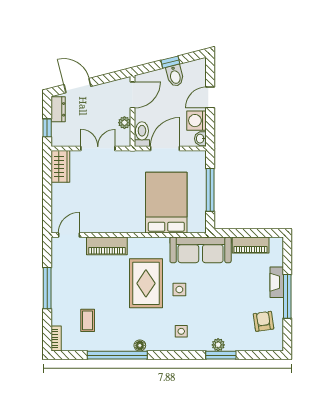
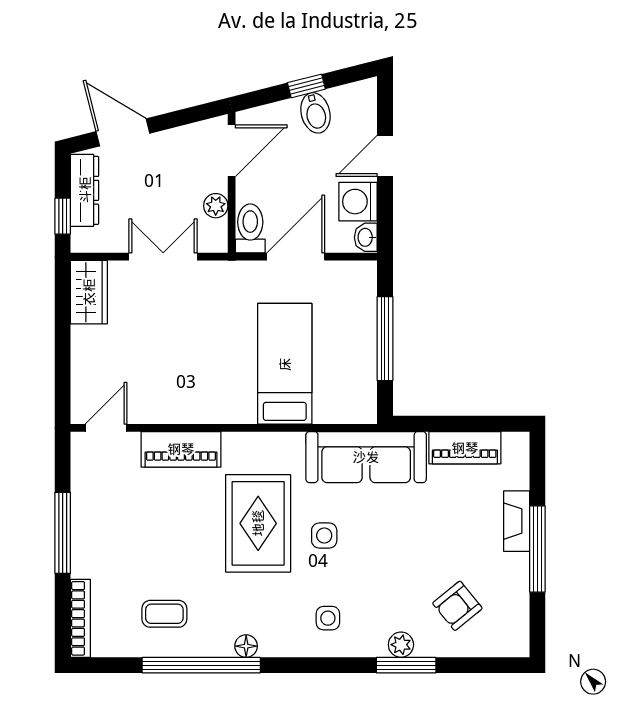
dresser: (58, 109) -> (85, 190), width x1.44
bed: (166, 203) -> (285, 364), width x0.67
coffee table: (88, 320) -> (164, 614), moved, turned 90
armchair: (264, 321) -> (457, 606), moved, turned -121
bookcase: (56, 339) -> (80, 618), width x1.56

